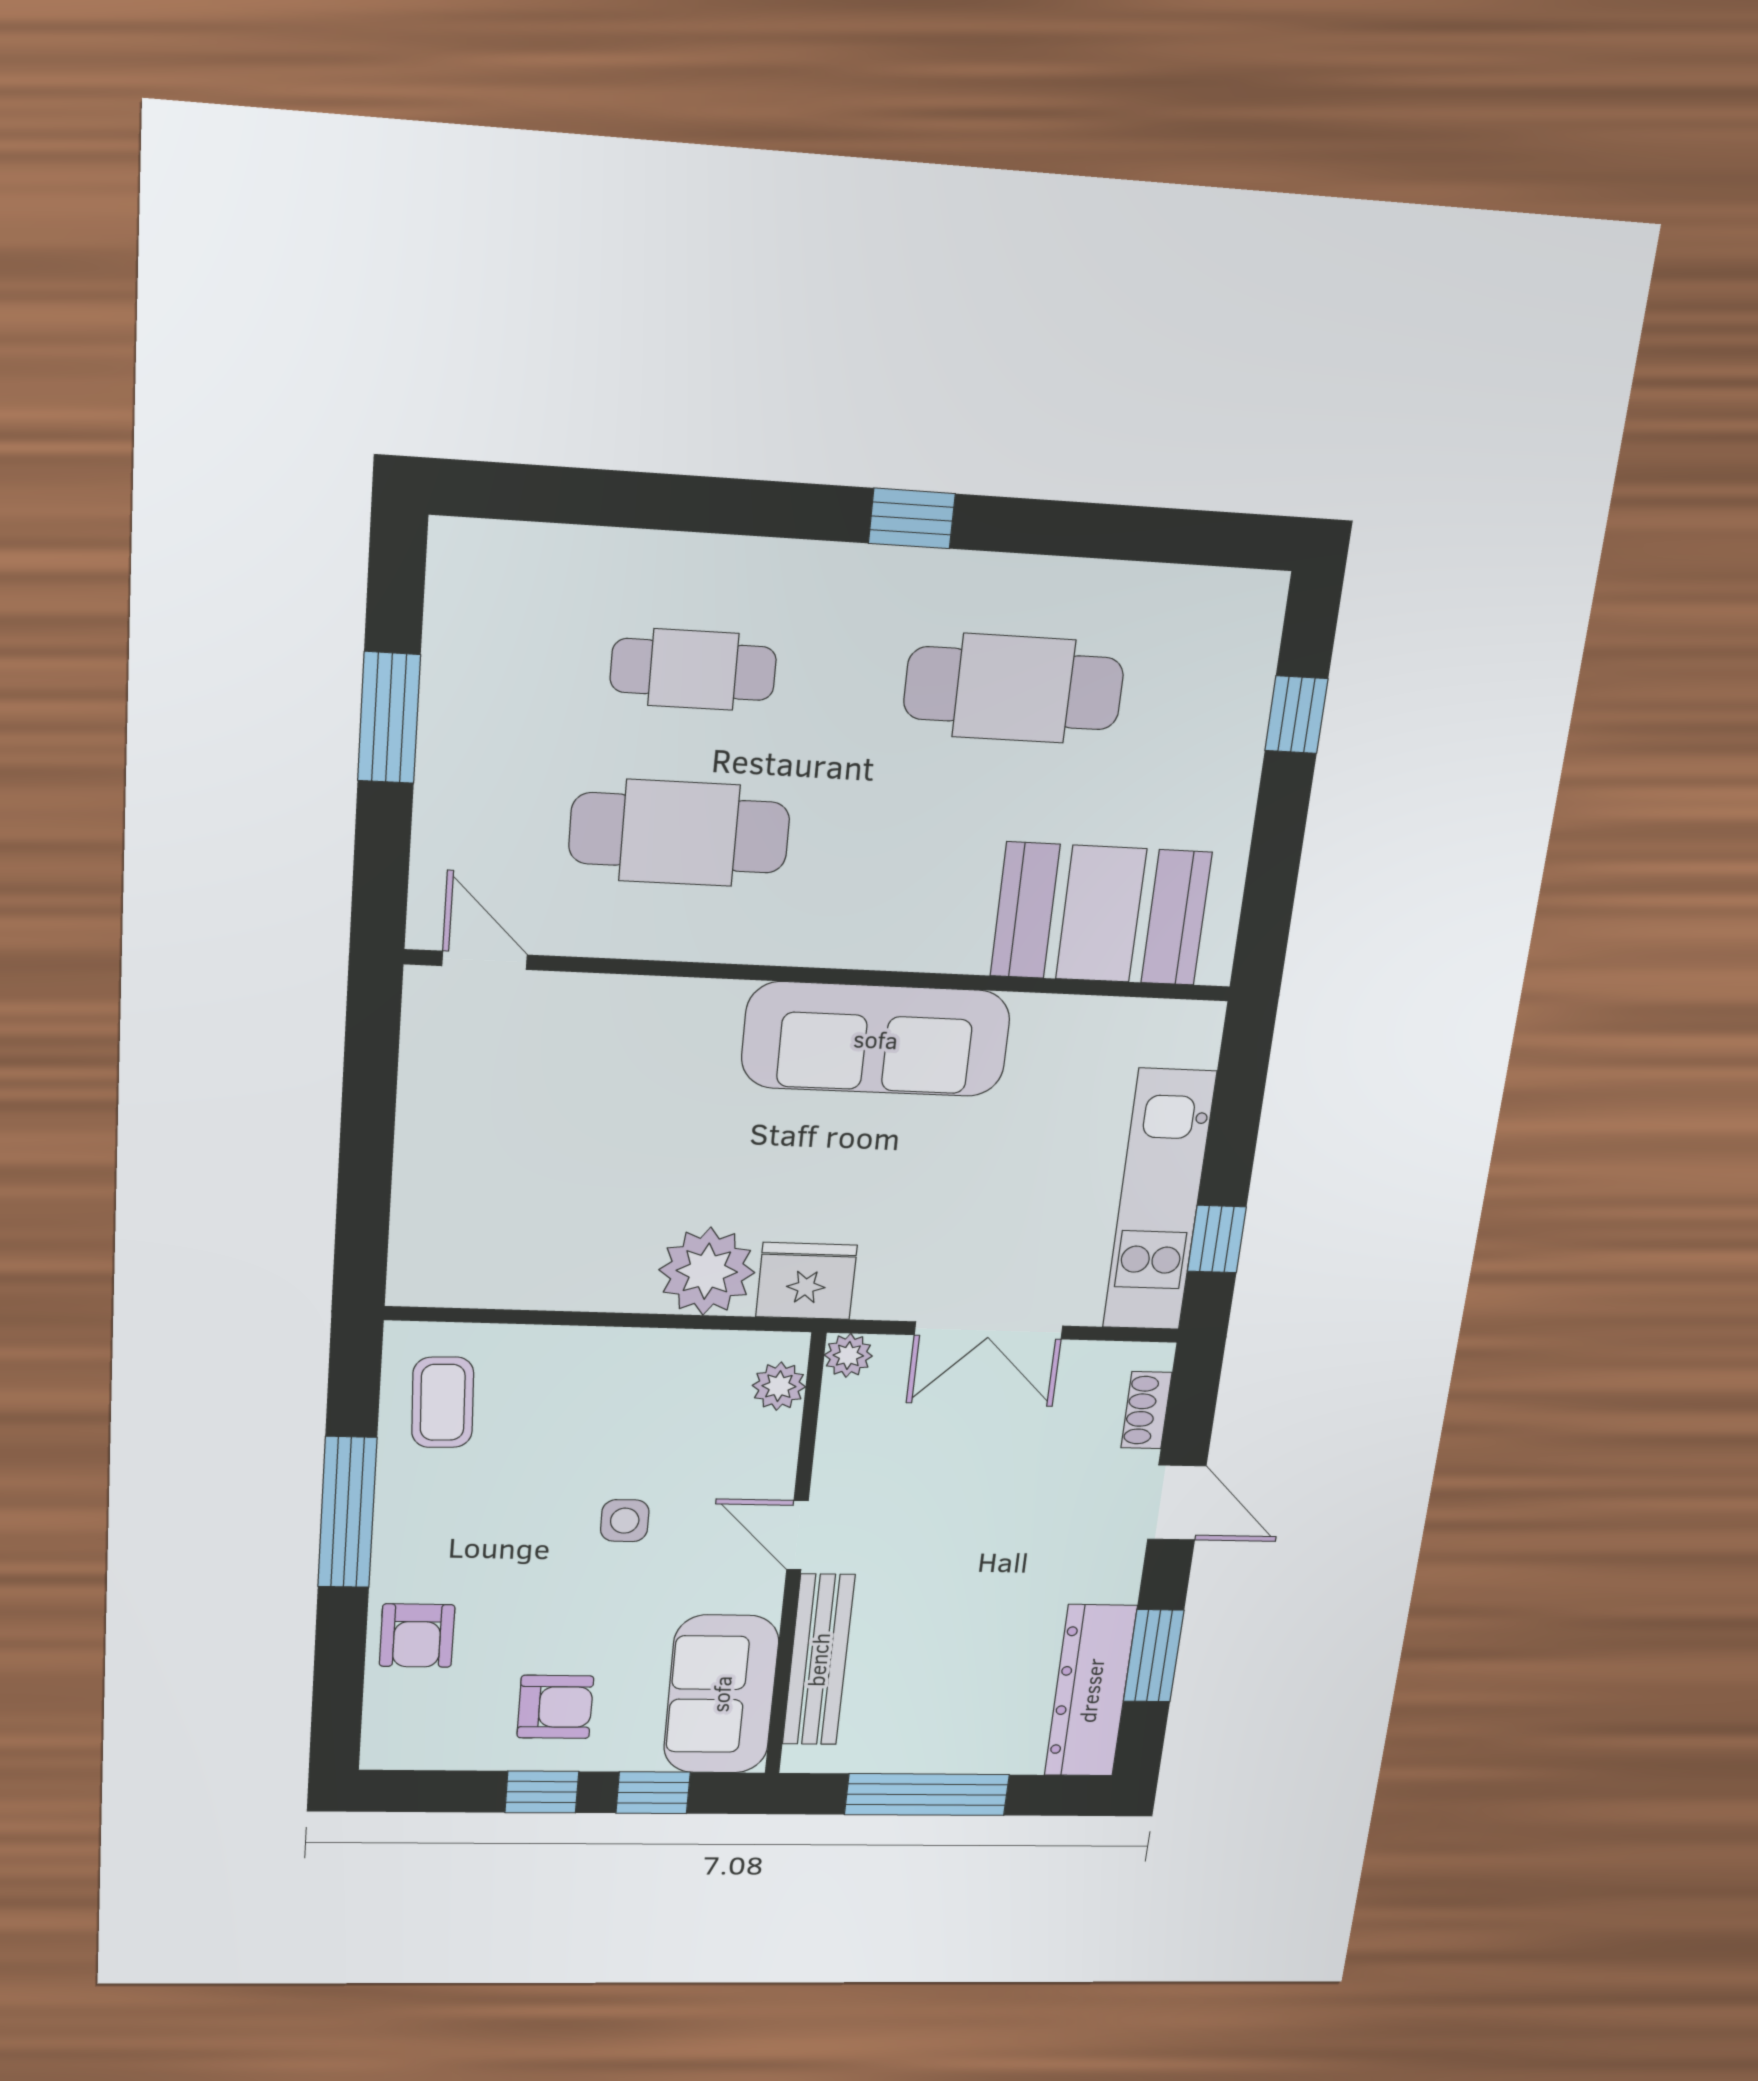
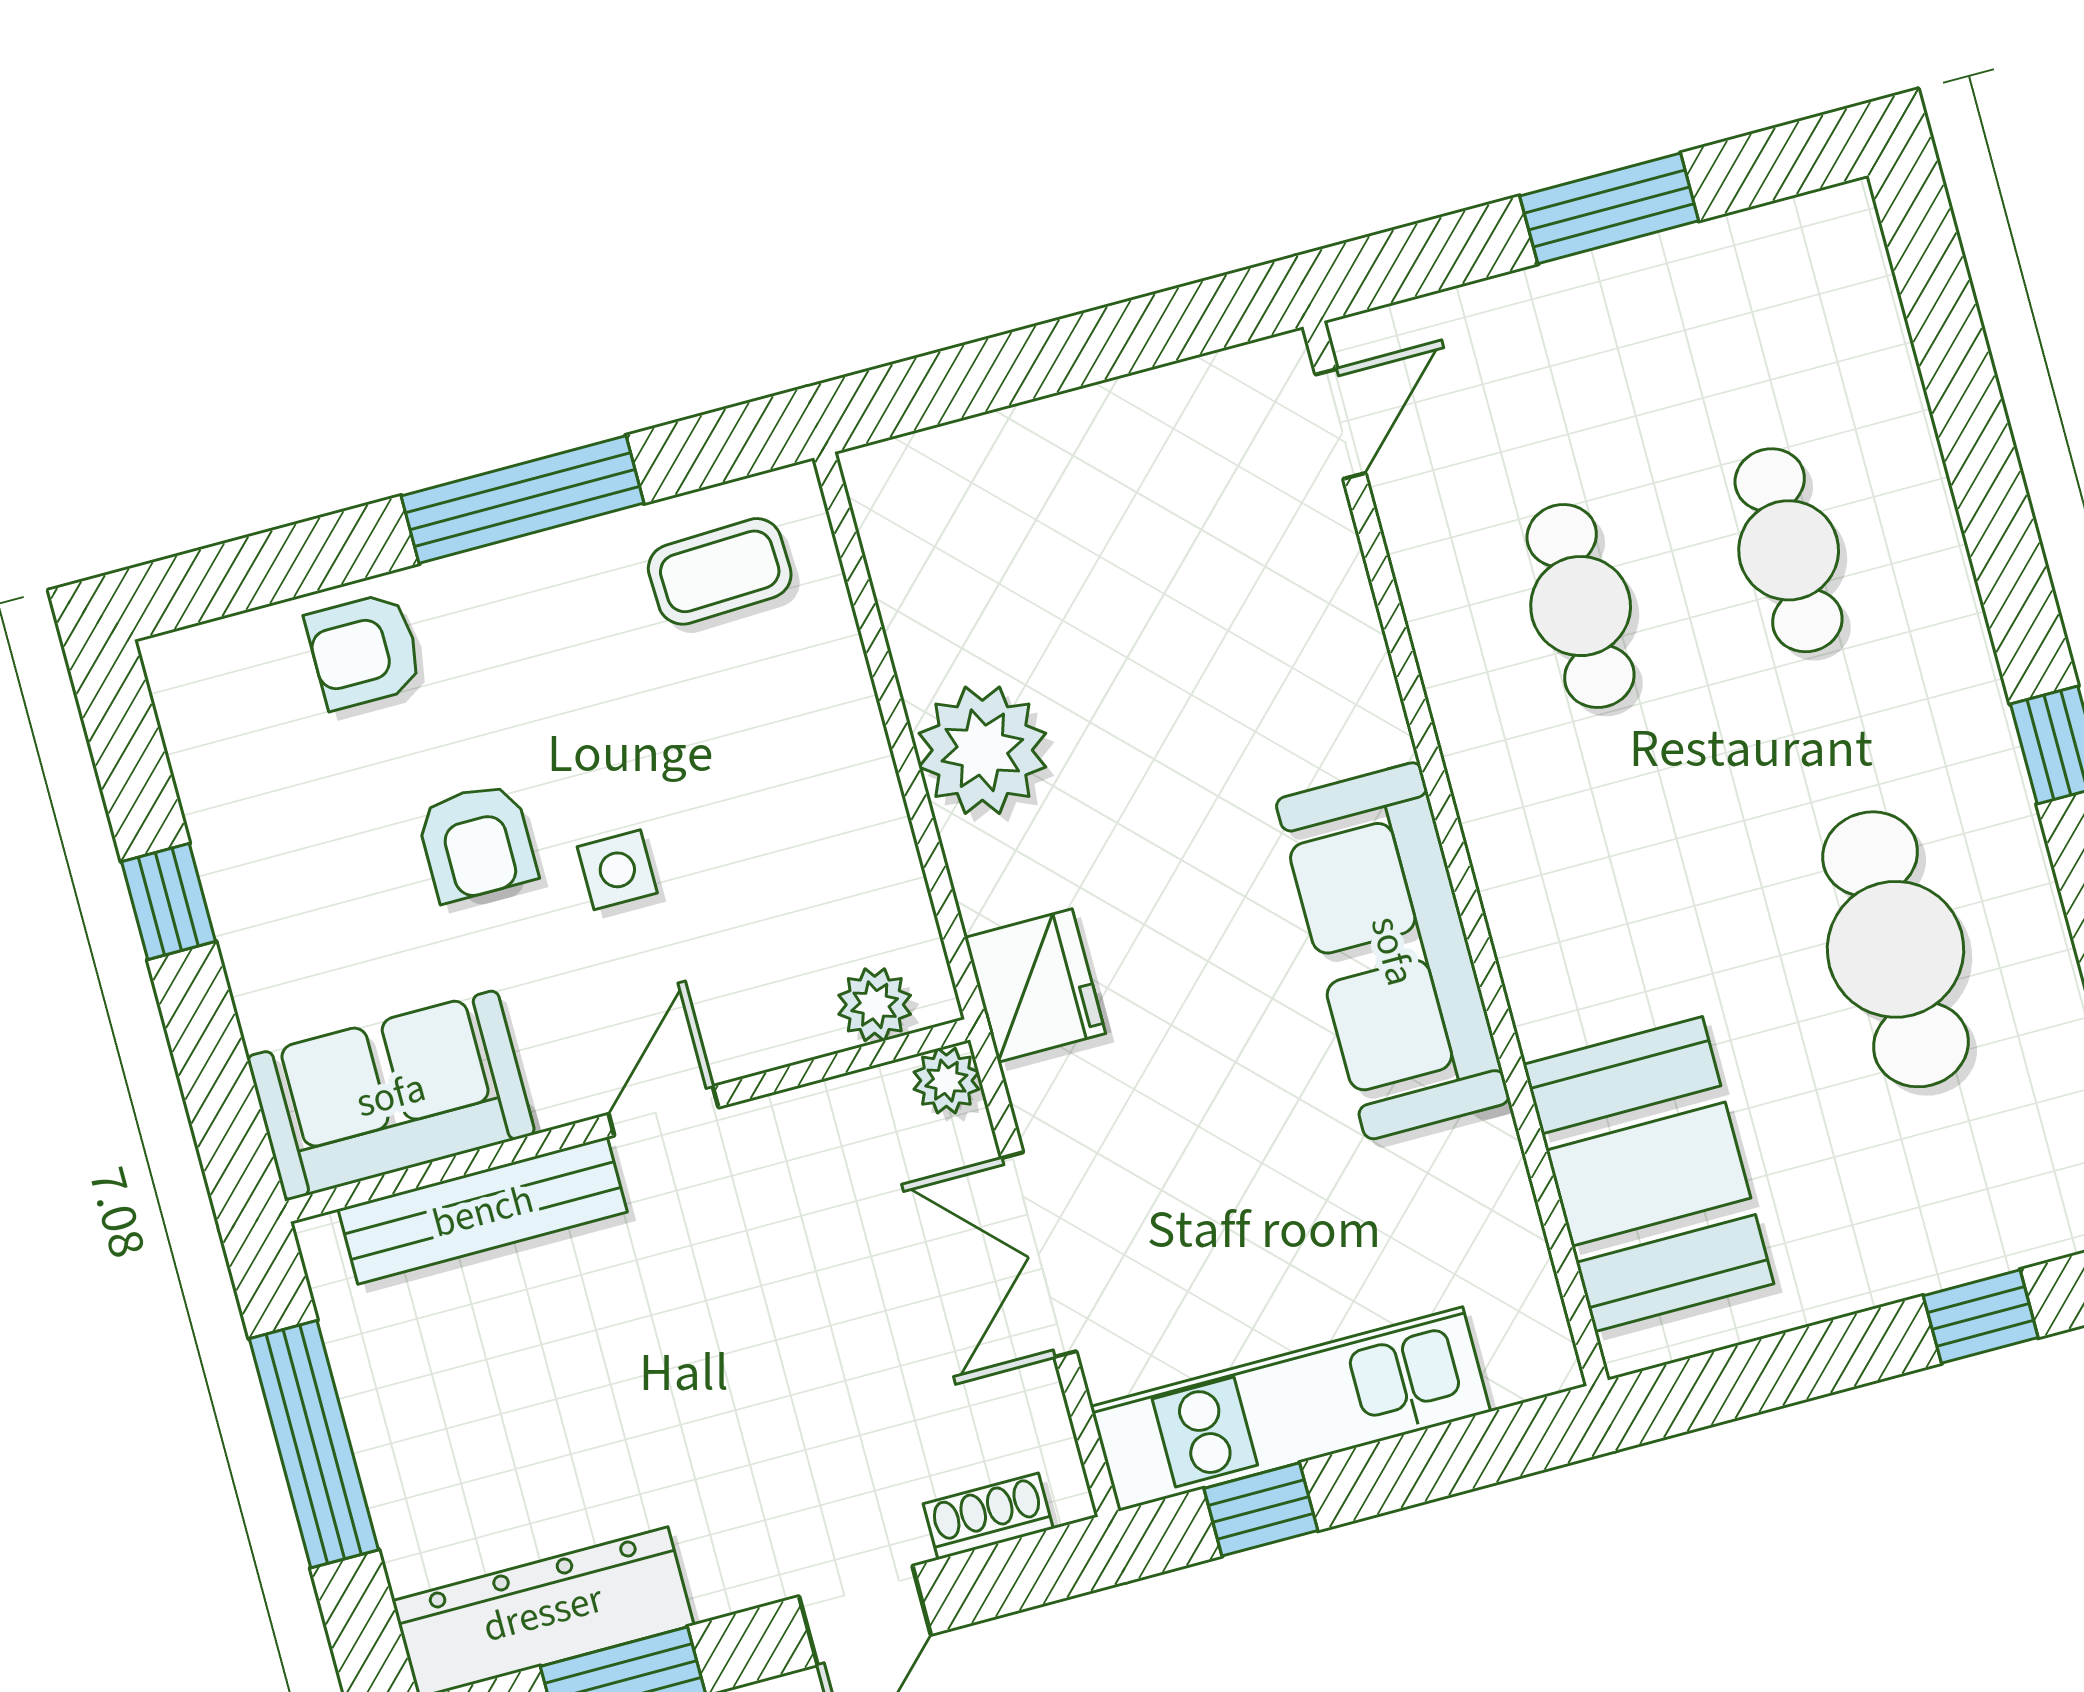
cafe table: (679, 833) -> (1581, 606), width x0.73, depth x0.74
plant: (707, 1271) -> (982, 750), moved
armchair: (555, 1707) -> (477, 842), moved
window: (653, 1793) -> (210, 1056), removed

